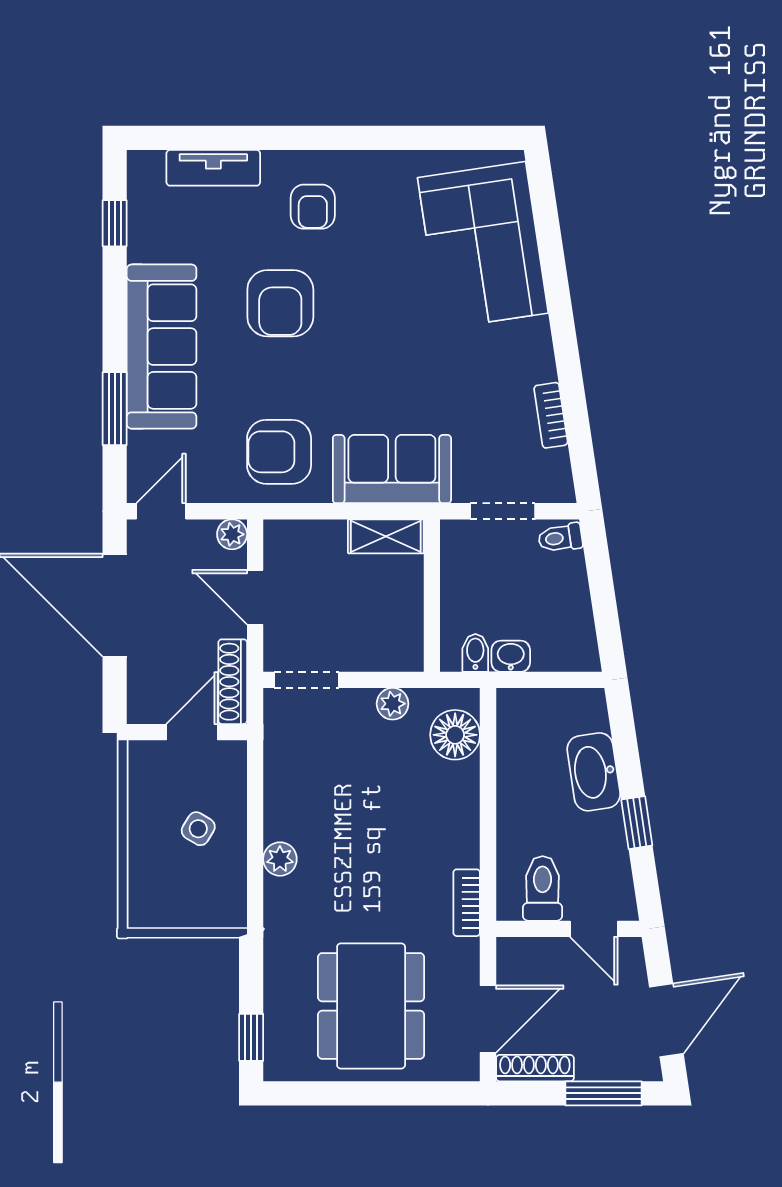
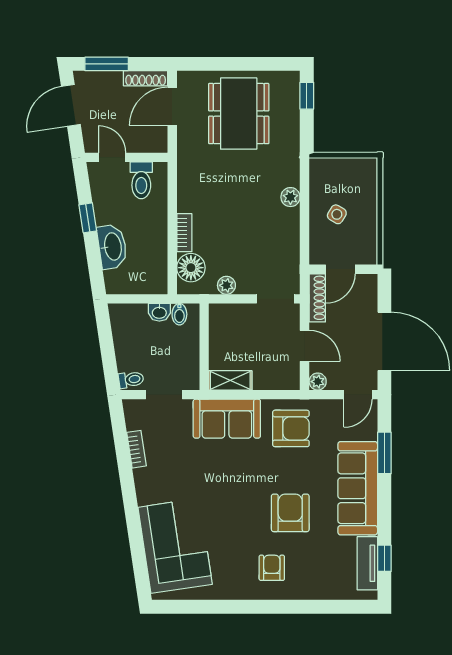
tv unit: (213, 168) -> (367, 563), moved, turned -90
bookcase: (467, 903) -> (184, 233), moved

